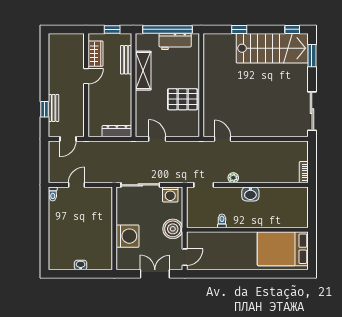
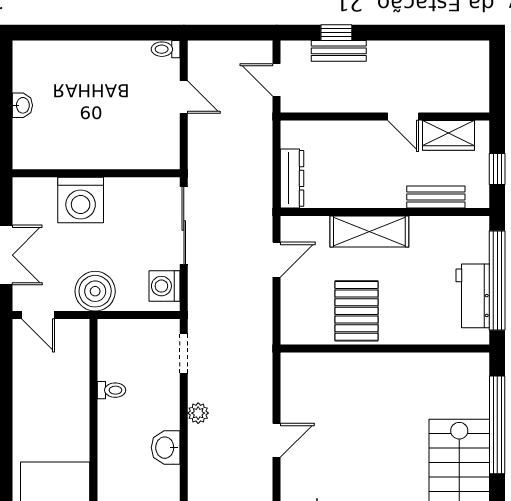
window: (239, 29) -> (497, 425), width x3.17
shelving: (143, 71) -> (369, 231), moved
door: (223, 139) -> (277, 440), moved

